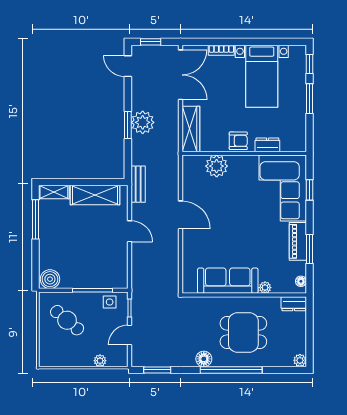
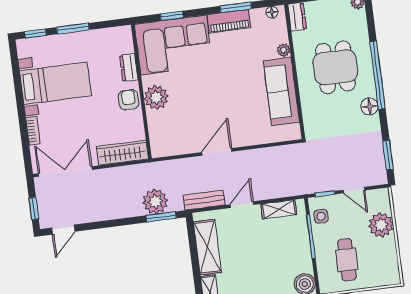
plant: (143, 122) -> (155, 202), moved
window: (128, 125) -> (161, 217), moved
plant: (217, 166) -> (156, 97), moved
bench: (138, 184) -> (204, 200), moved
shelving: (121, 264) -> (279, 209), added
cafe table: (67, 320) -> (347, 260), turned -40
plant: (100, 361) -> (381, 225), width x1.88, depth x1.88

